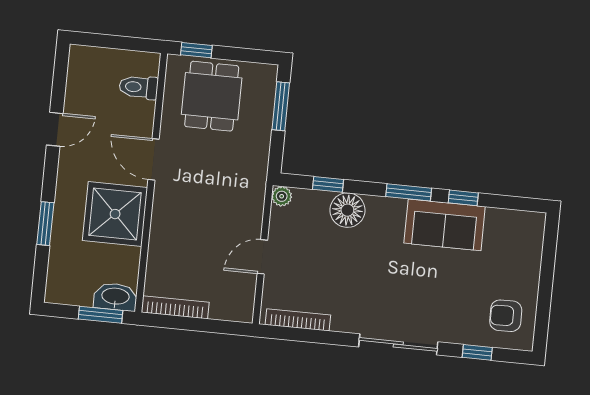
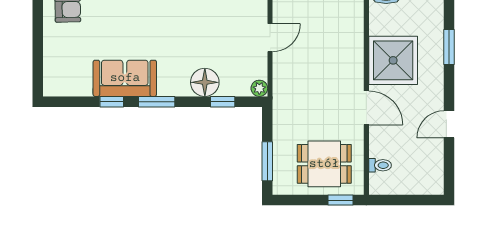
toilet: (139, 87) -> (380, 165), width x0.73, depth x0.72
dining table: (212, 96) -> (324, 164), turned 90

